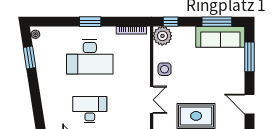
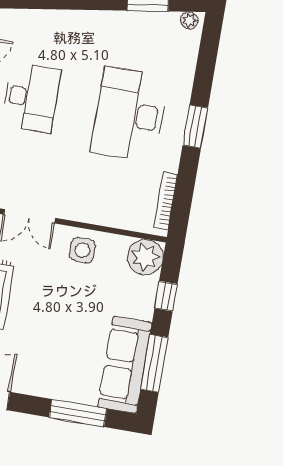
window: (171, 22) -> (166, 296), moved

